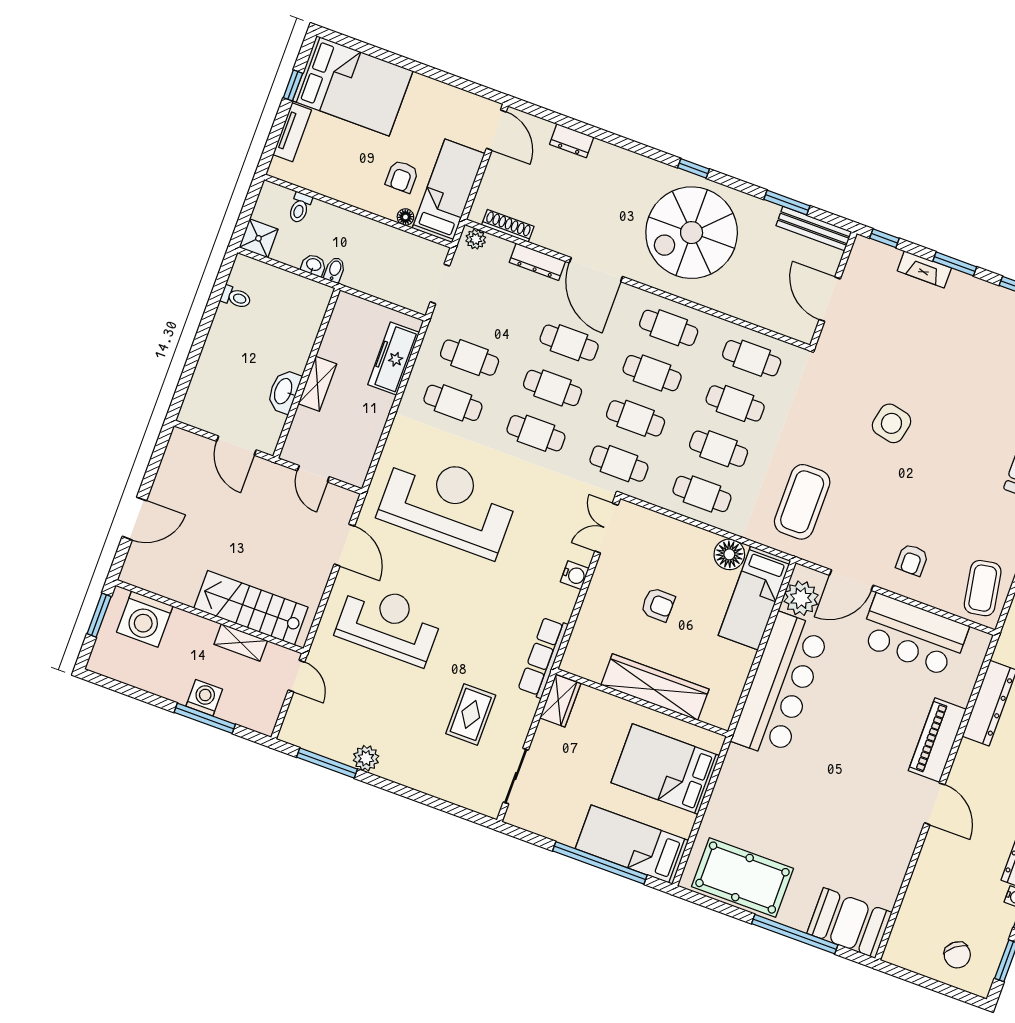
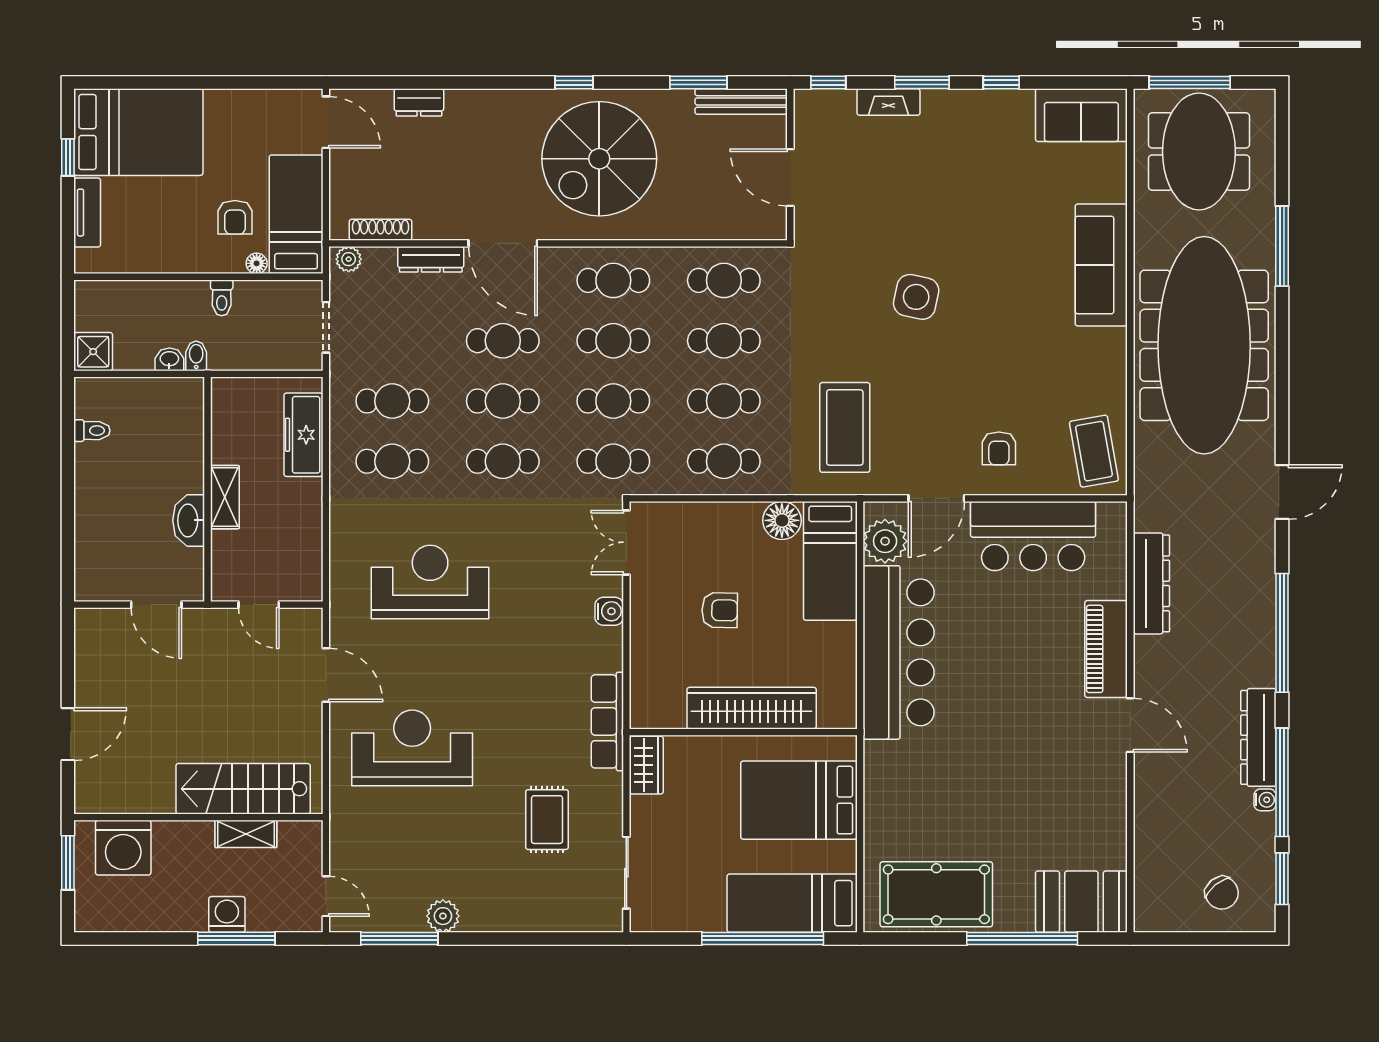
toilet: (300, 208) -> (222, 298), moved
reception desk: (448, 504) -> (430, 582), width x0.74, depth x0.77
door: (296, 676) -> (326, 896), moved

